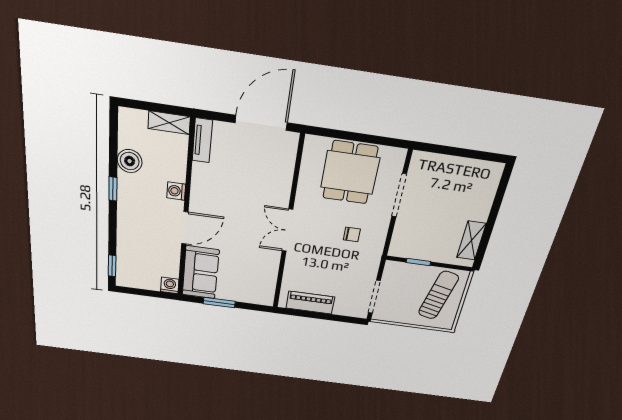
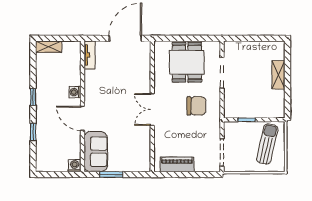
shelving: (169, 123) -> (49, 47), moved
boiler: (130, 161) -> (44, 76), removed
door: (185, 228) -> (82, 118), swing flipped
chair: (352, 234) -> (196, 106), width x1.87, depth x1.87
shelving: (471, 240) -> (278, 75), moved
window: (112, 266) -> (33, 132), moved

